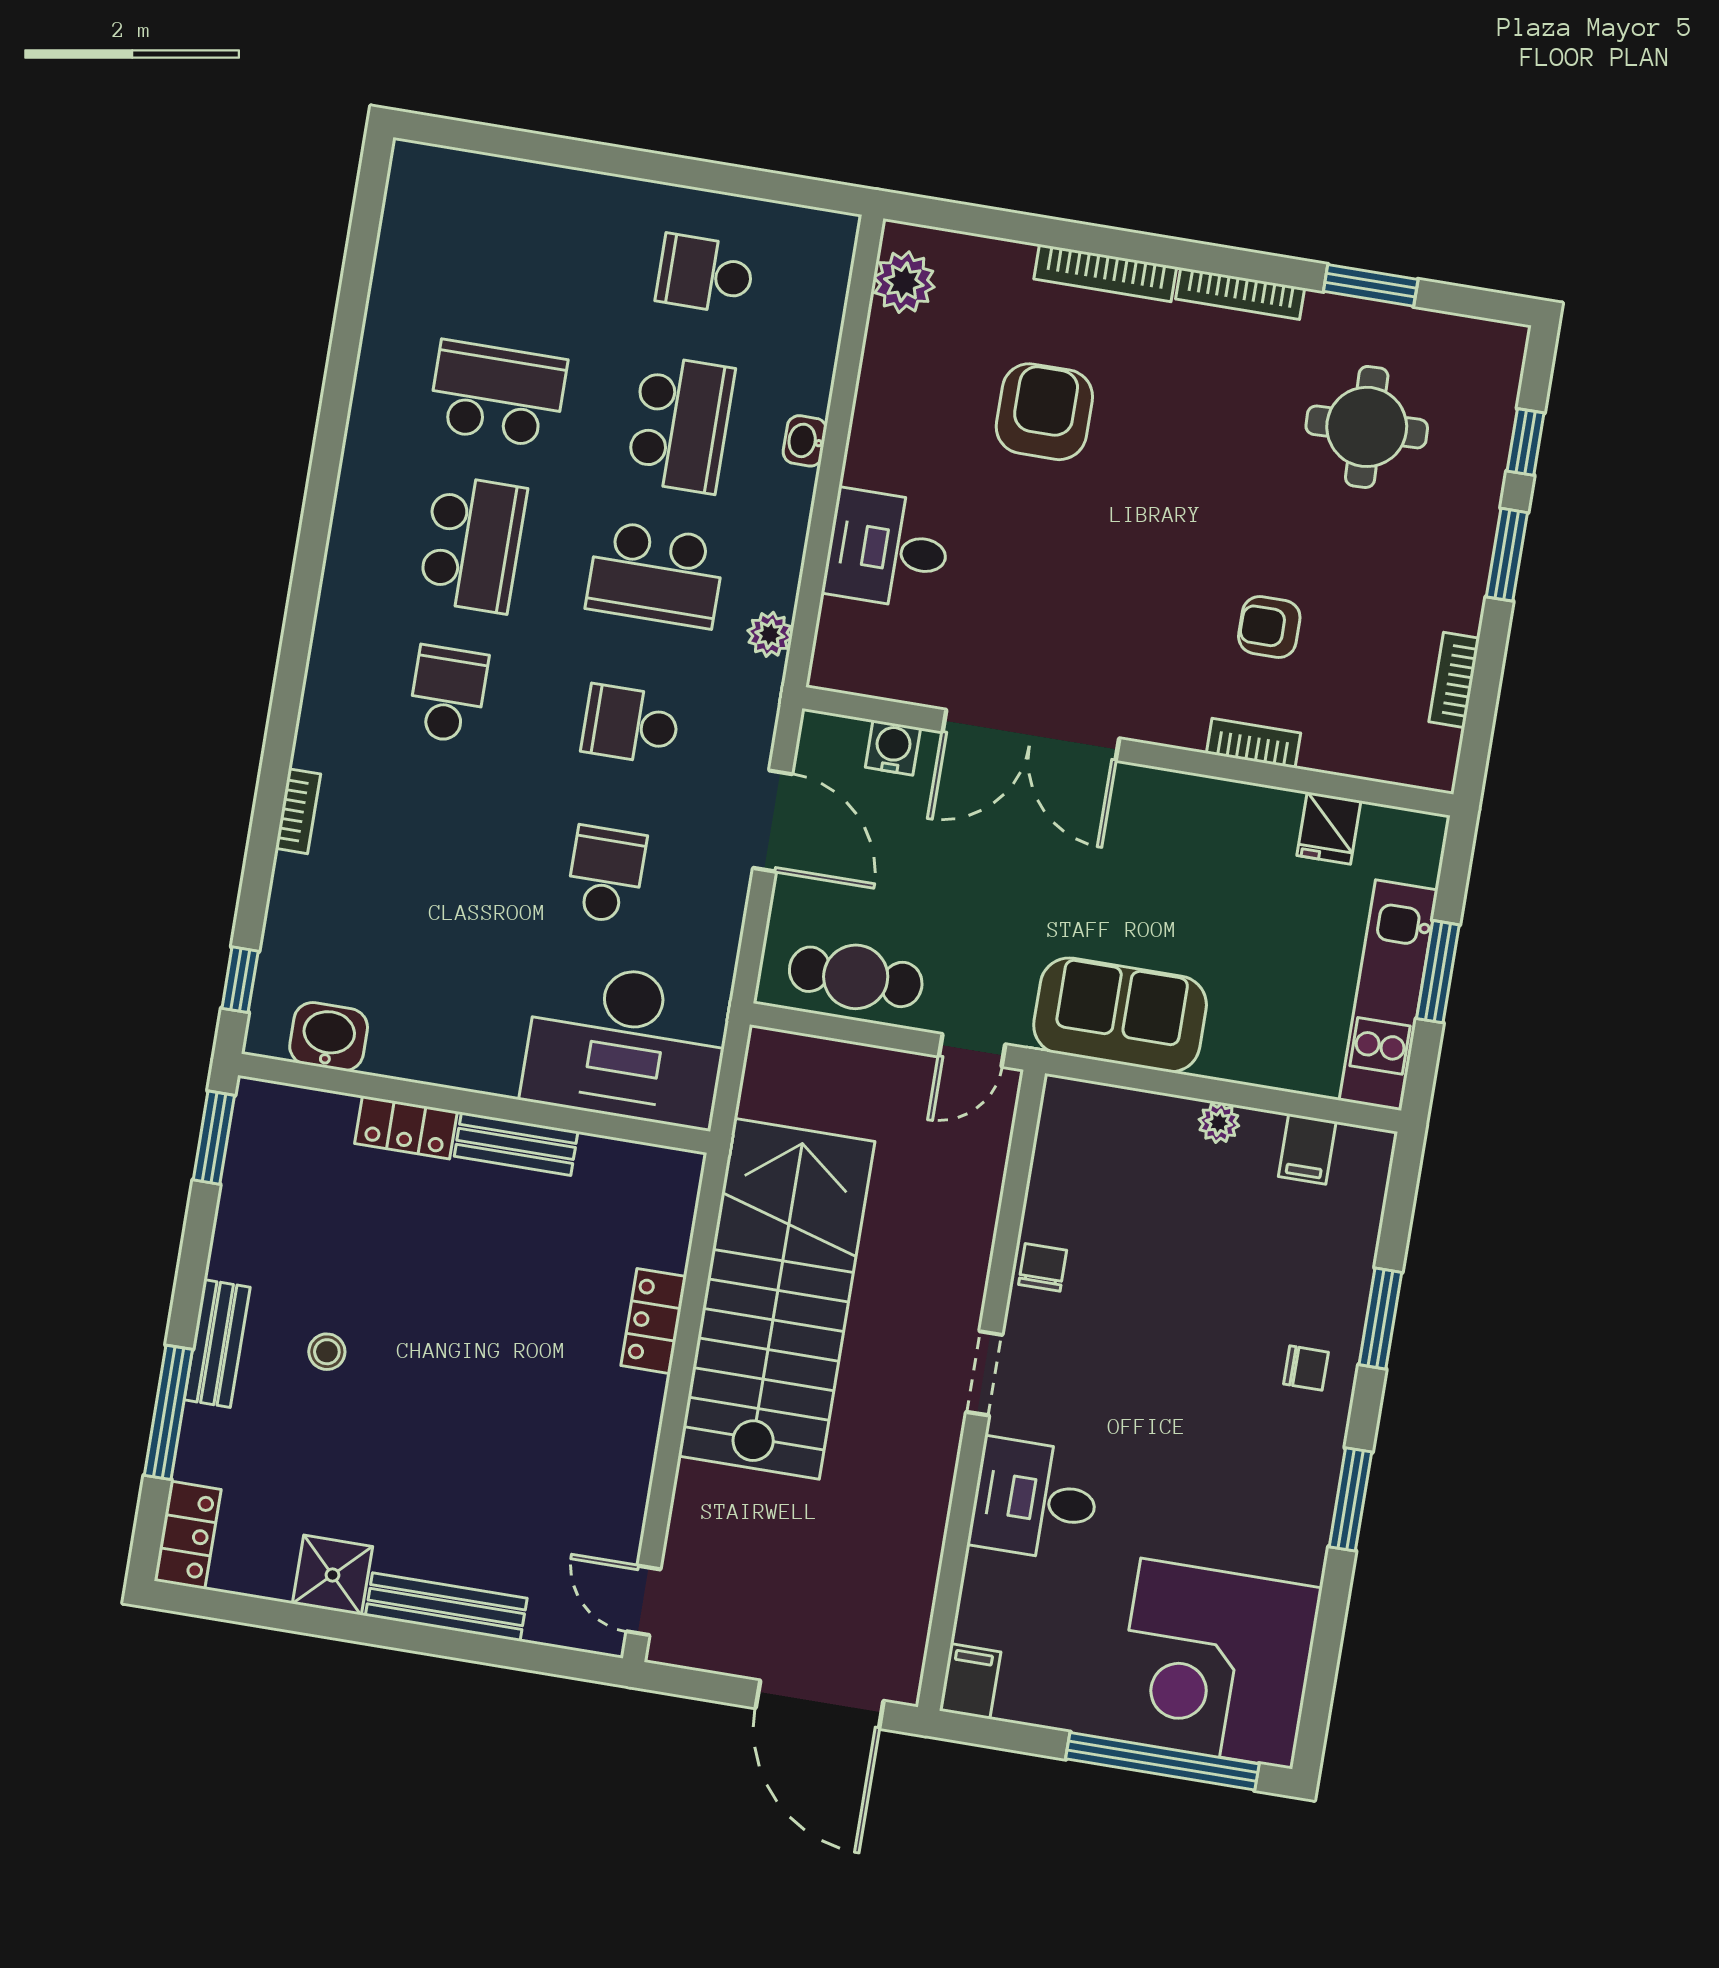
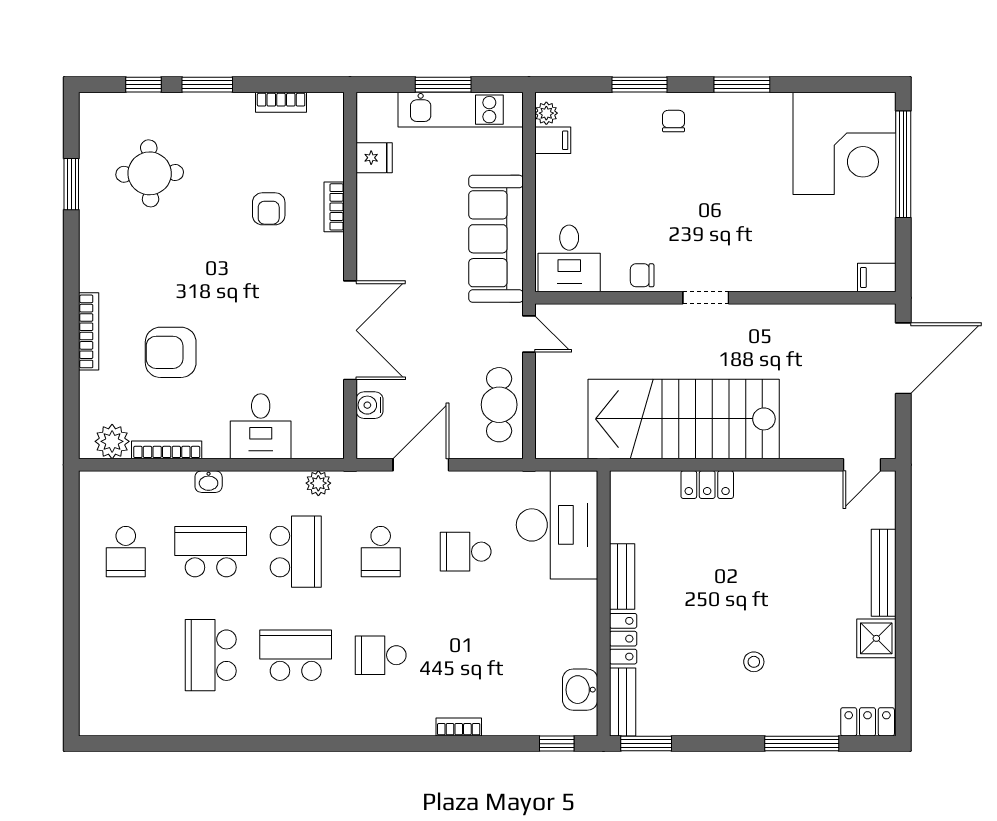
bookcase: (1240, 294) -> (167, 450), moved, turned -90
sofa: (1120, 1015) -> (496, 239), width x1.36
plant: (1219, 1123) -> (546, 113), moved
bench: (217, 1343) -> (623, 702), moved, turned 90
desk: (1035, 1500) -> (569, 258), moved

